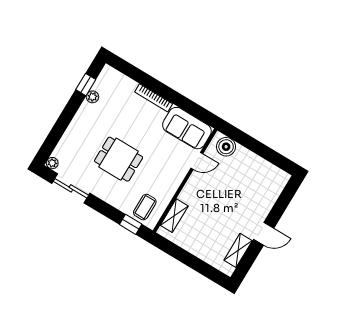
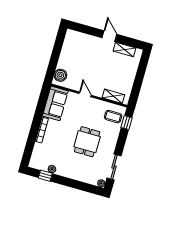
door: (197, 161) -> (85, 94), moved

